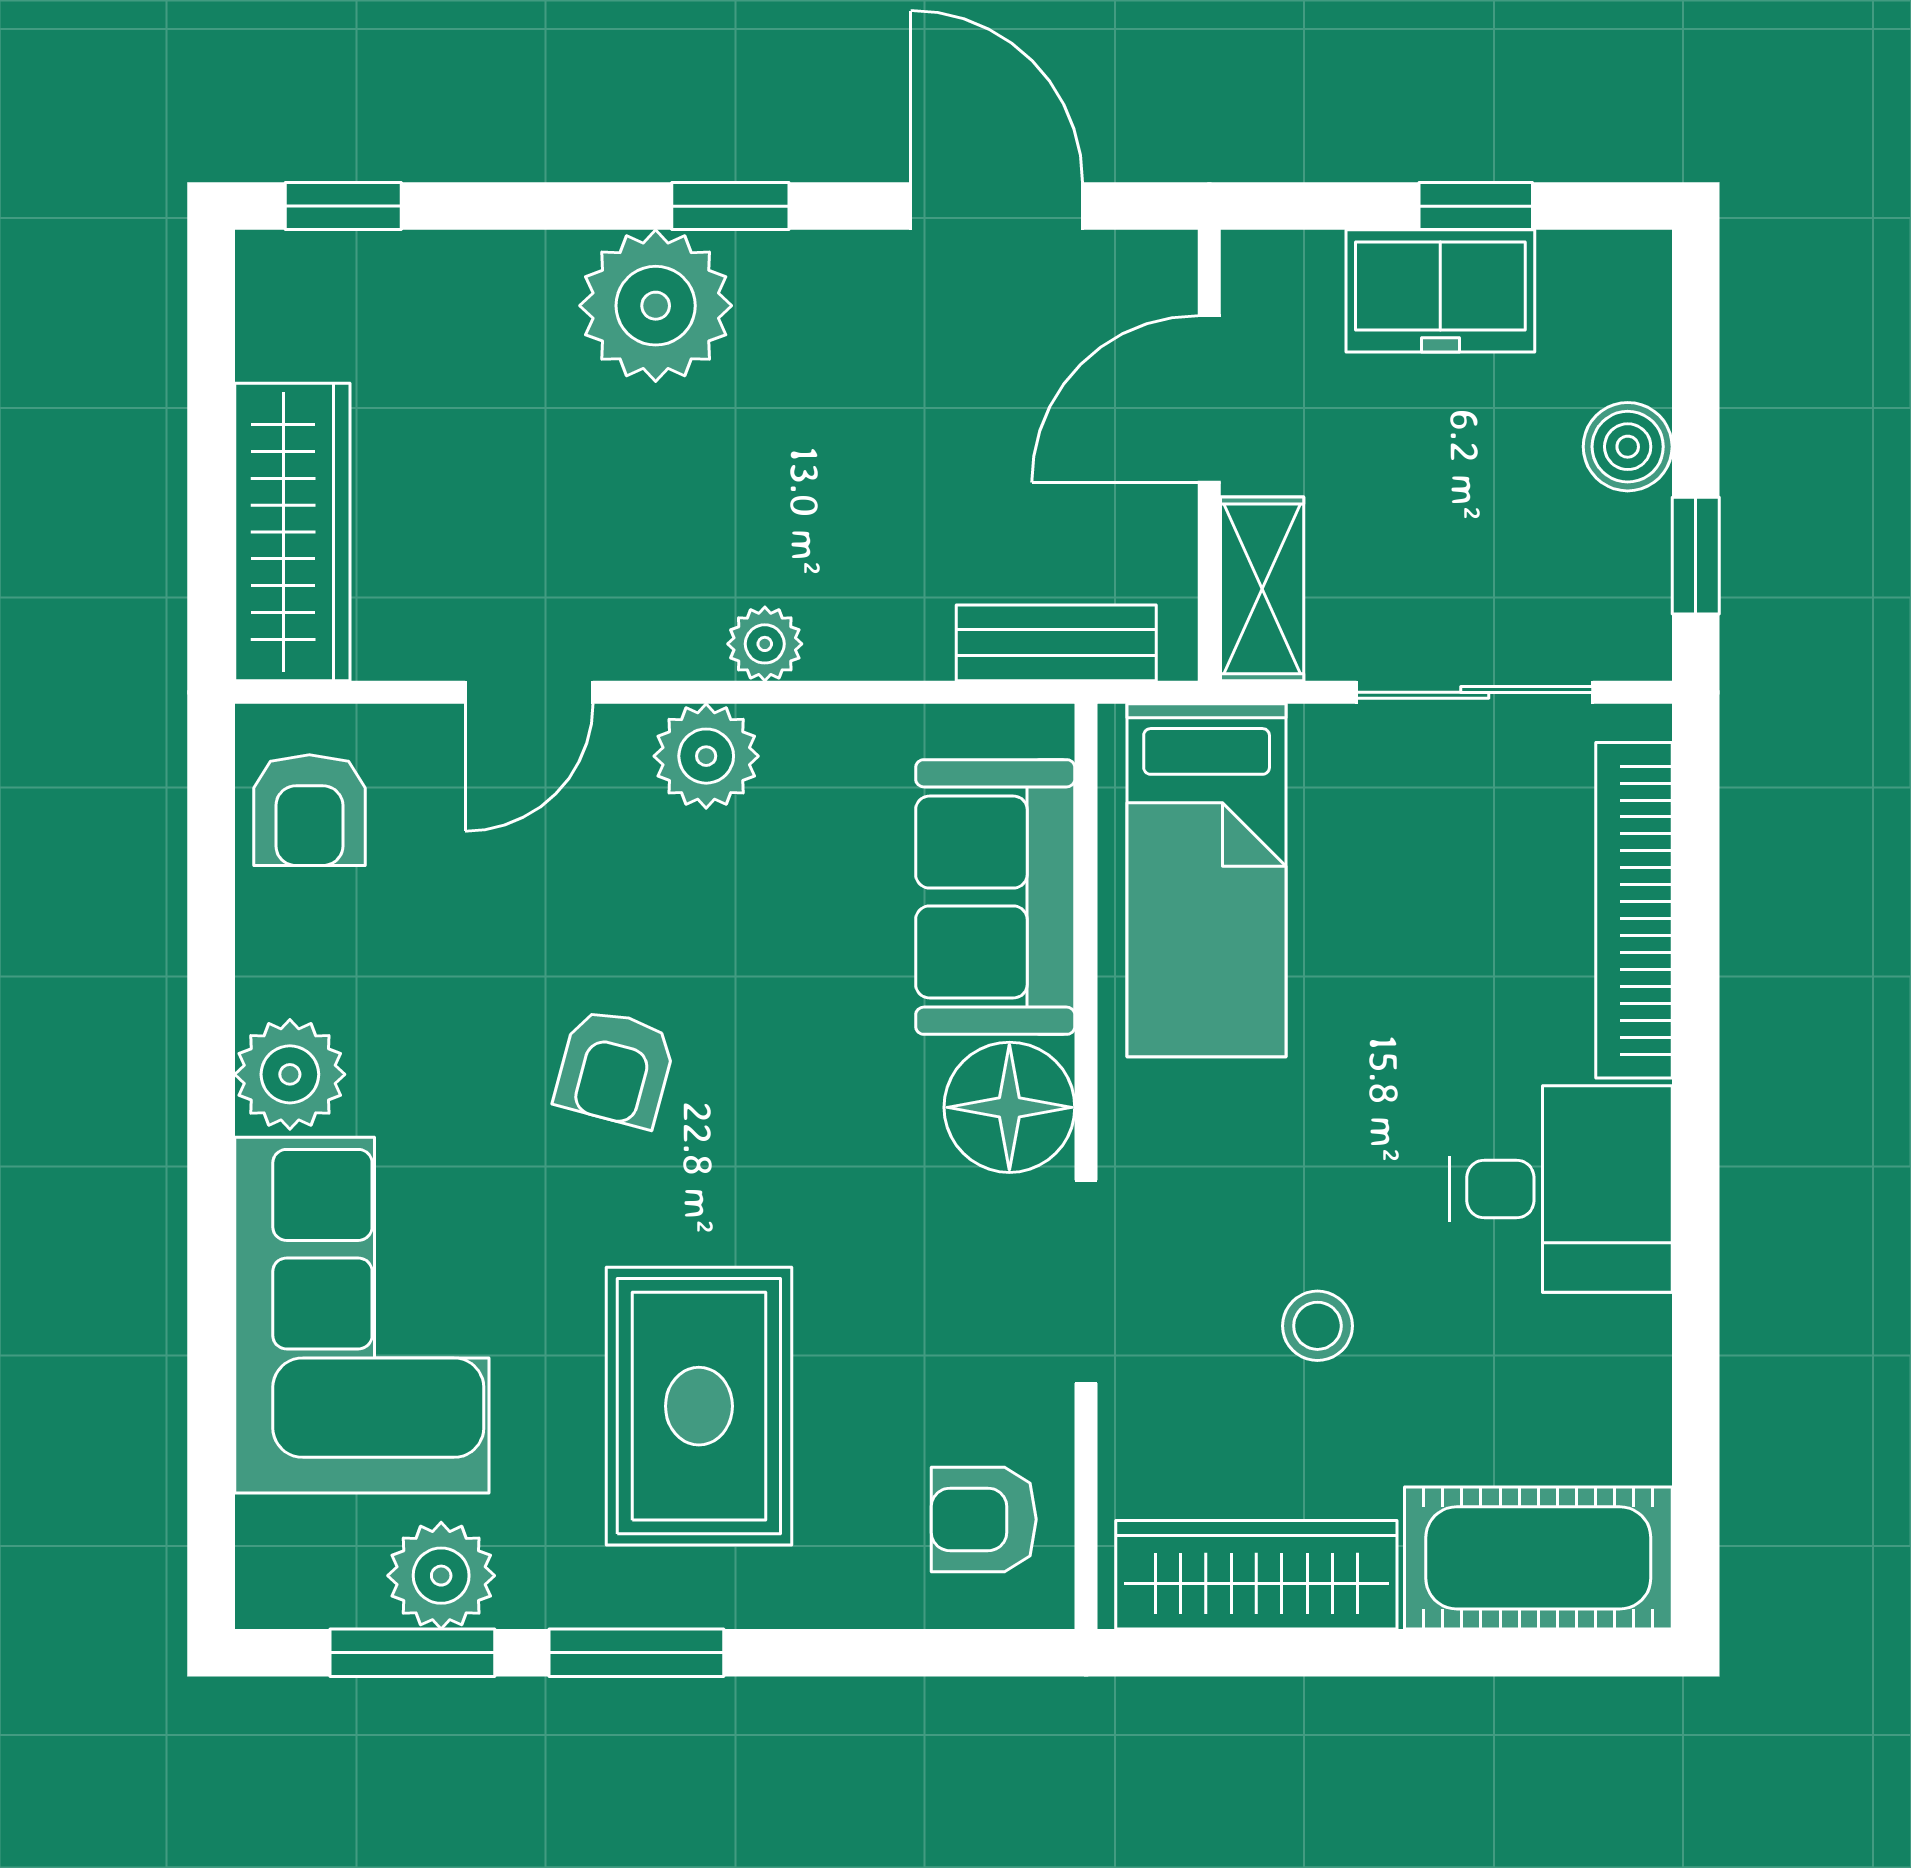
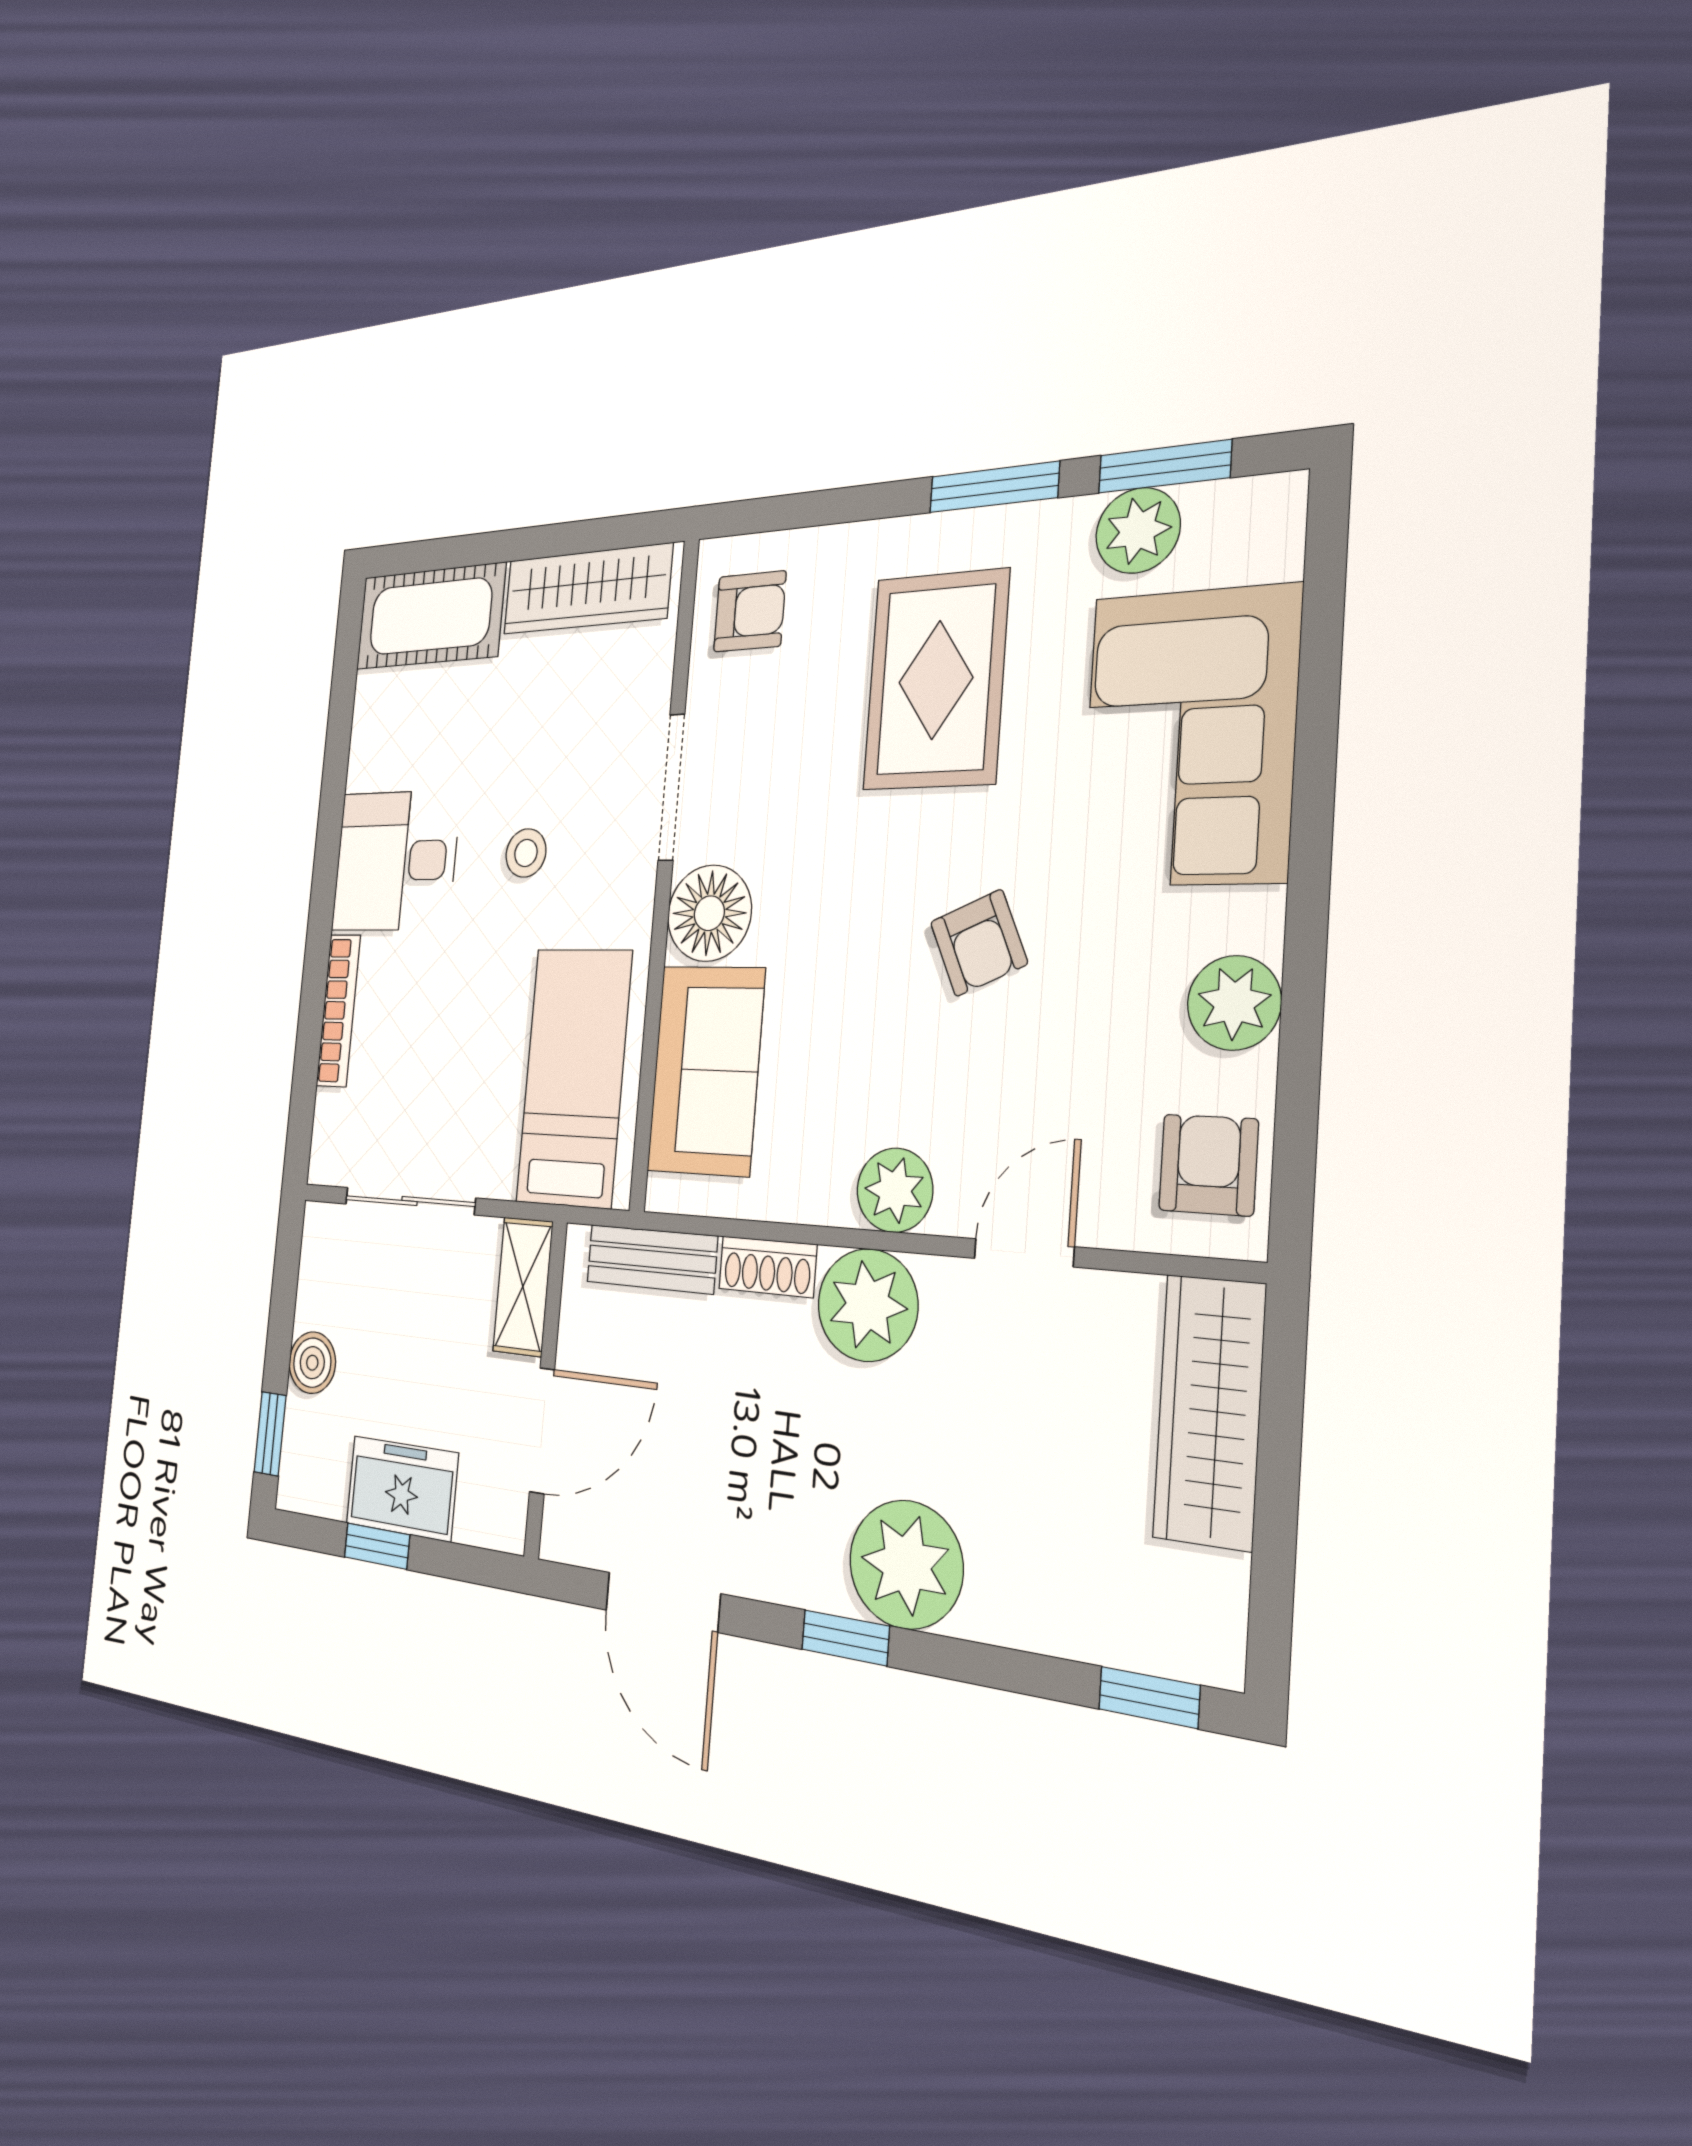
window: (1696, 556) -> (270, 1434), moved
plant: (765, 644) -> (868, 1305), width x1.88, depth x1.88
shoe rack: (879, 647) -> (768, 1267), added
bookcase: (1634, 910) -> (338, 1010), width x0.68, depth x0.76
armchair: (615, 1068) -> (979, 943), turned 141
plant: (290, 1074) -> (1234, 1003), moved
stool: (1317, 1326) -> (526, 853), moved

